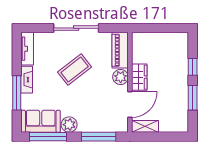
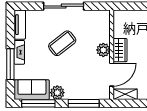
piano: (120, 50) -> (103, 26), removed

